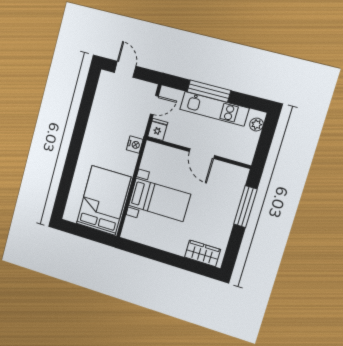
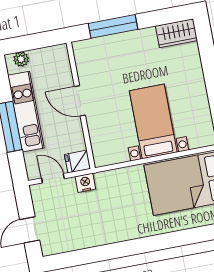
nightstand: (135, 145) -> (85, 183), moved
door: (202, 154) -> (80, 101), swing flipped
wardrobe: (202, 253) -> (176, 33), moved, turned -90

